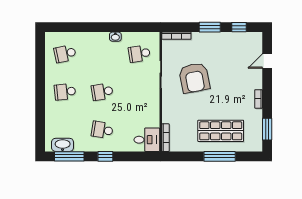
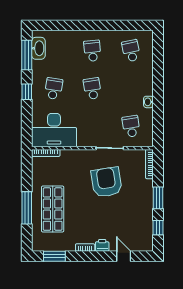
armchair: (194, 78) -> (107, 182), turned 92
printer: (256, 82) -> (102, 245), added
desk: (147, 140) -> (54, 130), width x1.87, depth x1.30

